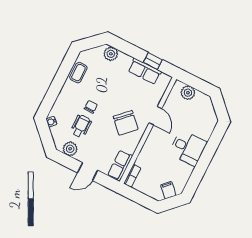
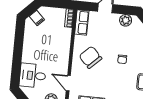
door: (155, 116) -> (68, 83), moved
wheelchair: (81, 126) -> (124, 41), removed
desk: (188, 148) -> (33, 76), moved

